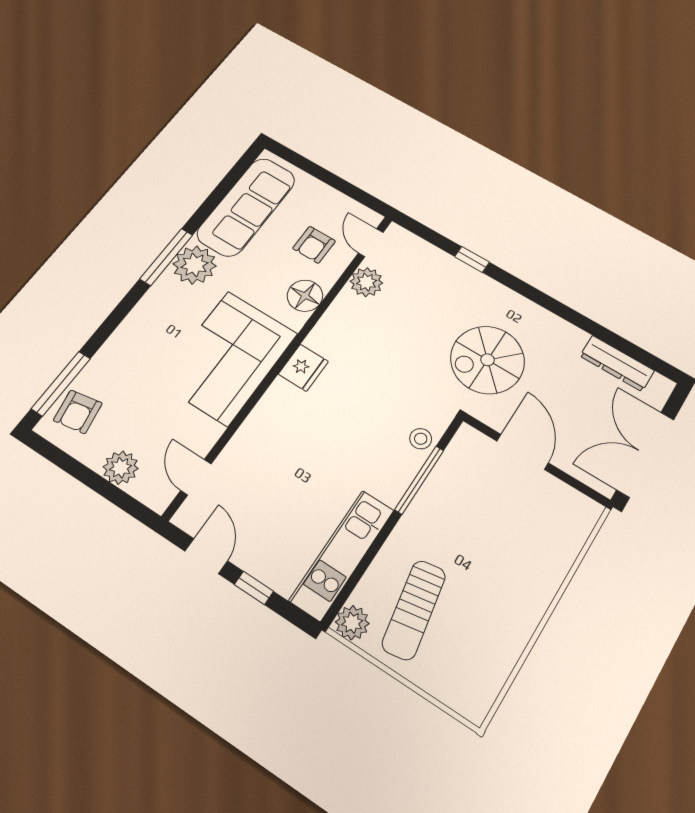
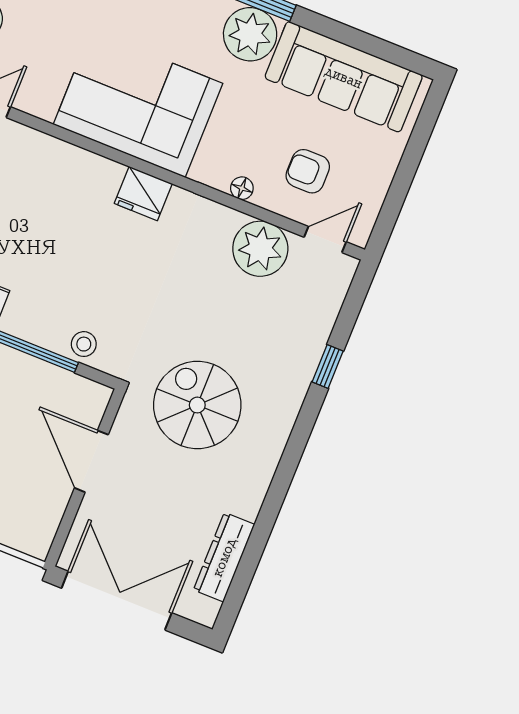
plant: (366, 282) -> (260, 249), width x1.36, depth x1.36
floor lamp: (305, 296) -> (242, 188), width x0.53, depth x0.53
door: (523, 452) -> (91, 461), swing flipped

